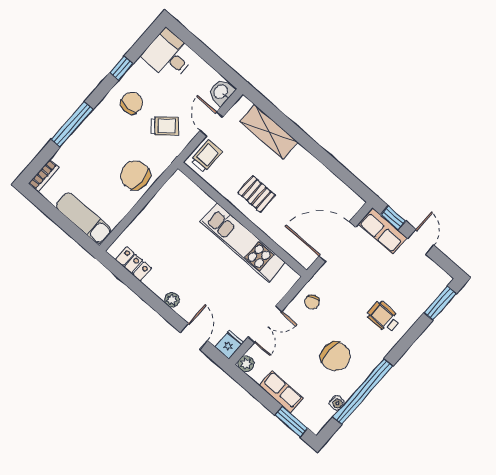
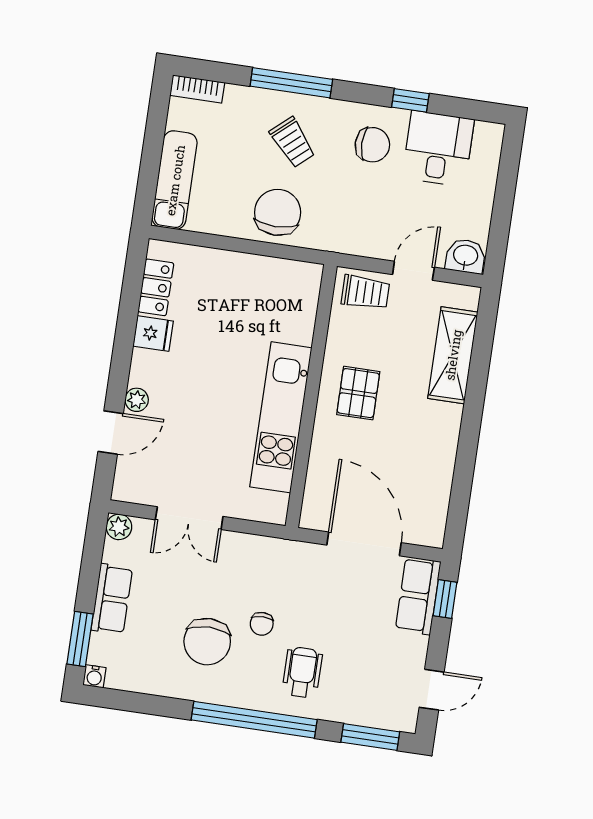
desk: (169, 55) -> (438, 149), moved
trolley: (165, 126) -> (293, 142), moved
door: (421, 242) -> (432, 690), moved
plant: (172, 300) -> (137, 400), moved
chair: (312, 302) -> (262, 624), moved, turned -65
fridge: (229, 345) -> (153, 334), moved
window: (363, 392) -> (254, 720), moved
water cooler: (337, 403) -> (94, 676), moved

